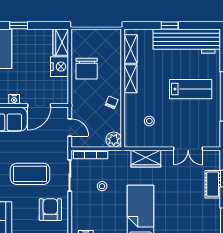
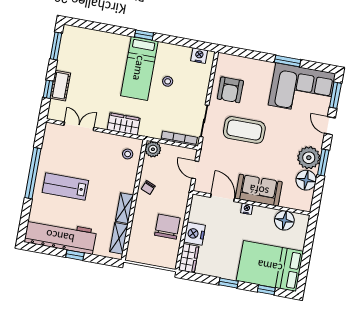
door: (39, 106) -> (222, 198), hinge flipped
stool: (149, 121) -> (128, 154), moved
stool: (102, 186) -> (168, 81), moved

